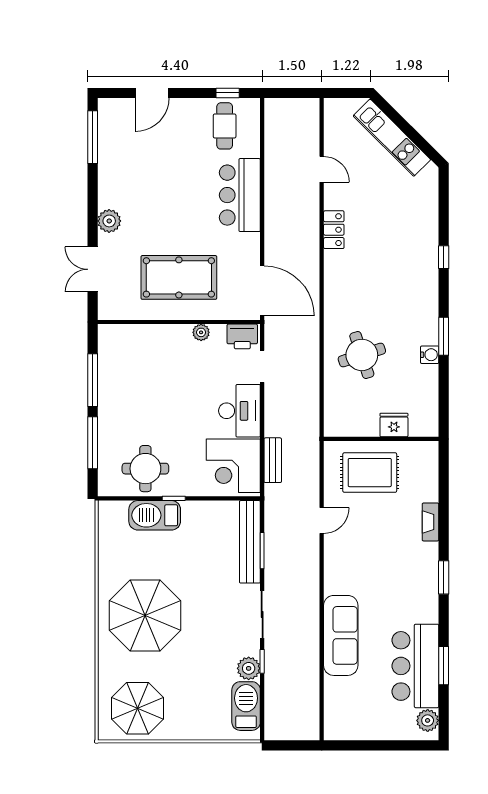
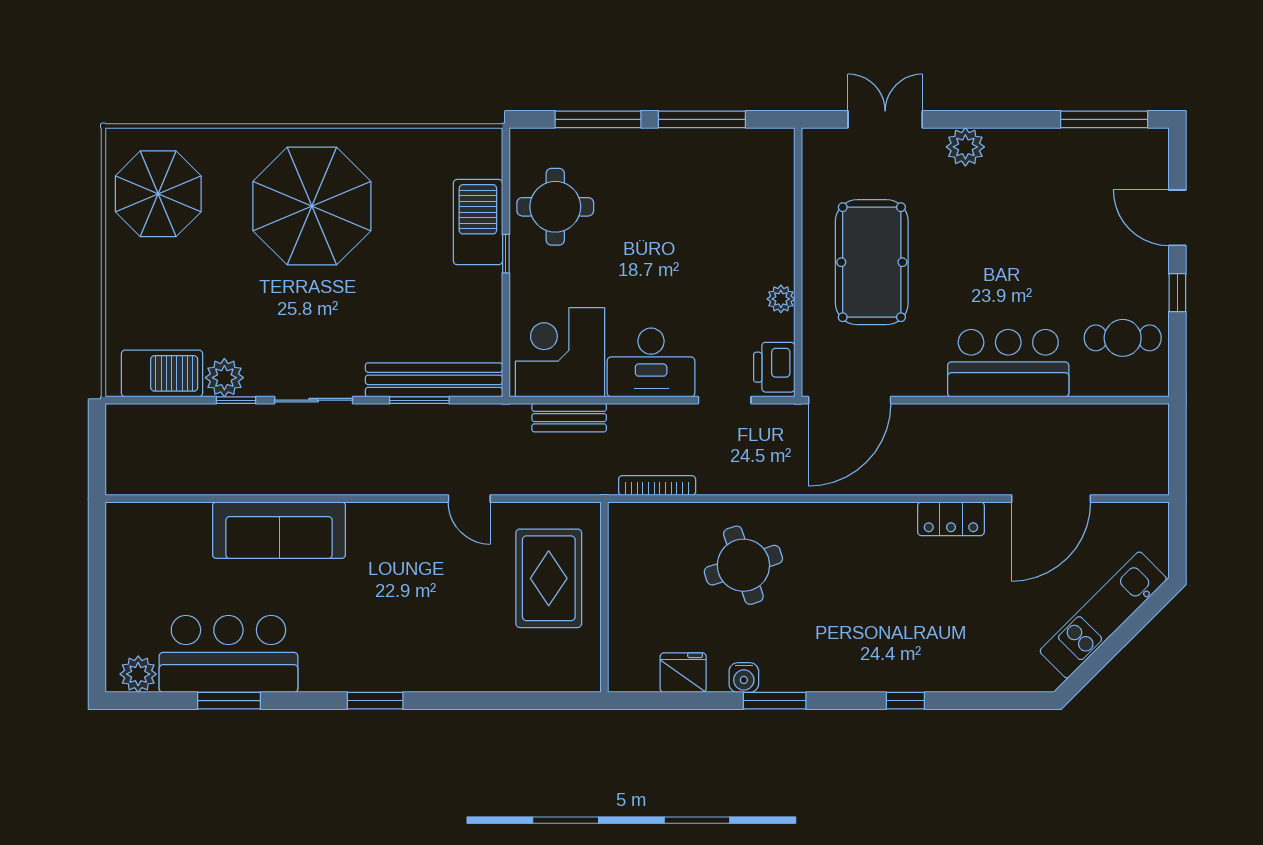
window: (228, 93) -> (1177, 293), moved
door: (322, 169) -> (1051, 499), width x1.87
bookcase: (314, 407) -> (657, 486), added
fridge: (394, 425) -> (683, 673), moved, turned -90
fireplace: (430, 522) -> (467, 679), removed

